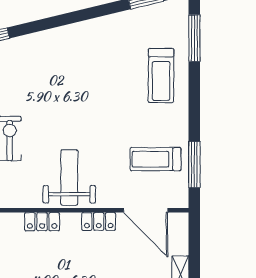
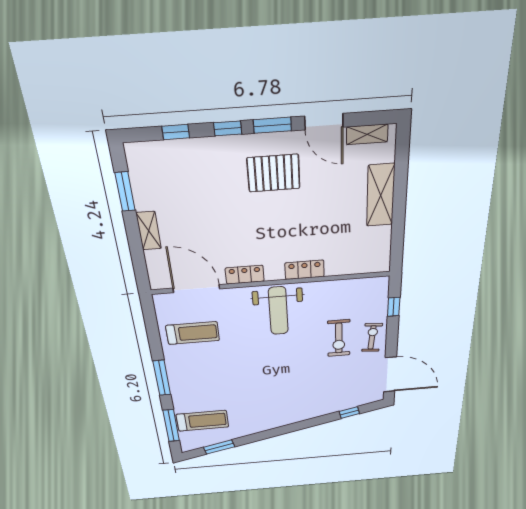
treadmill: (161, 76) -> (203, 421), moved, turned 90
window: (194, 165) -> (162, 378), moved

